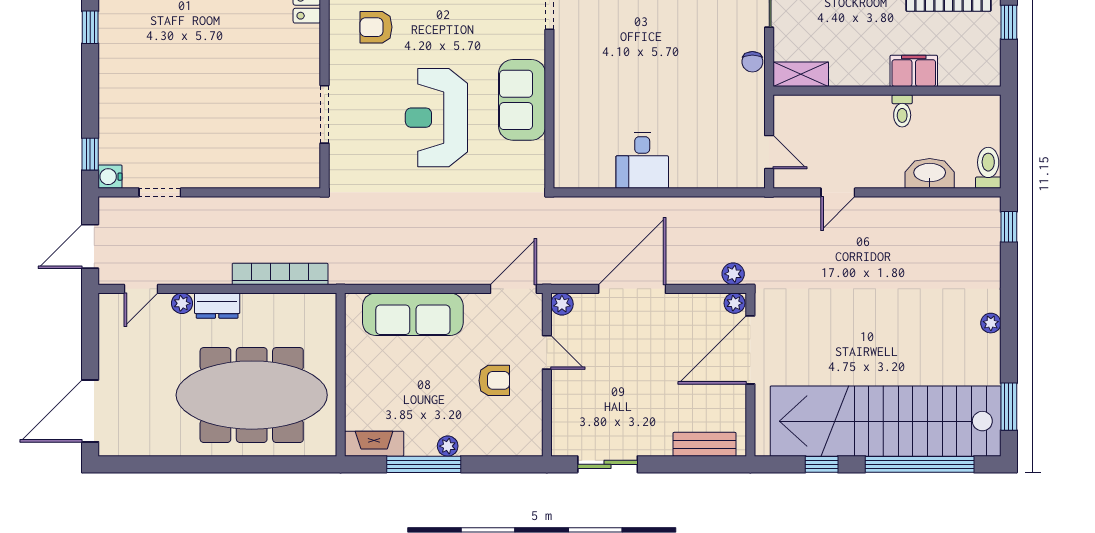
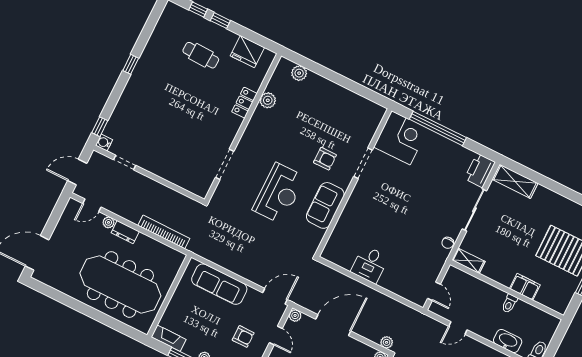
armchair: (376, 27) -> (325, 159), moved, turned 180
reception desk: (436, 118) -> (279, 193), turned 180

